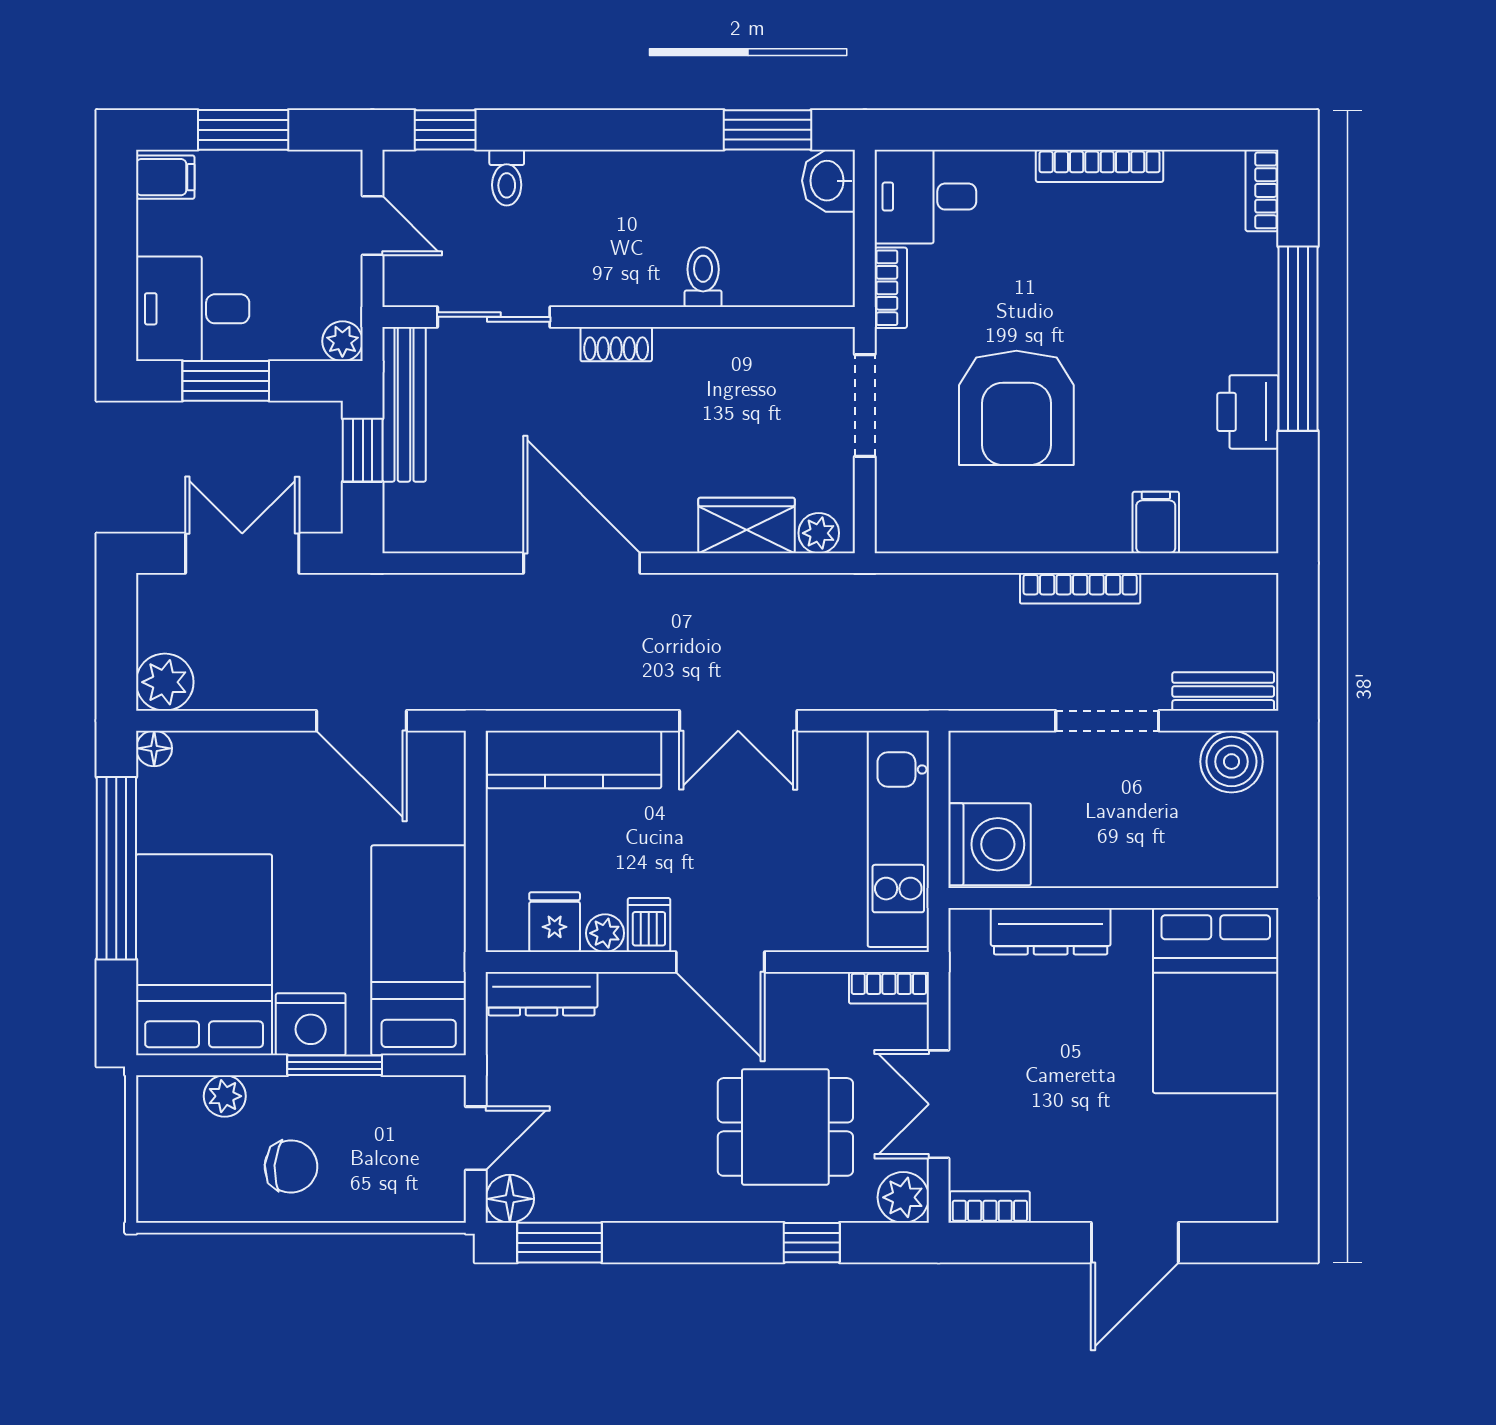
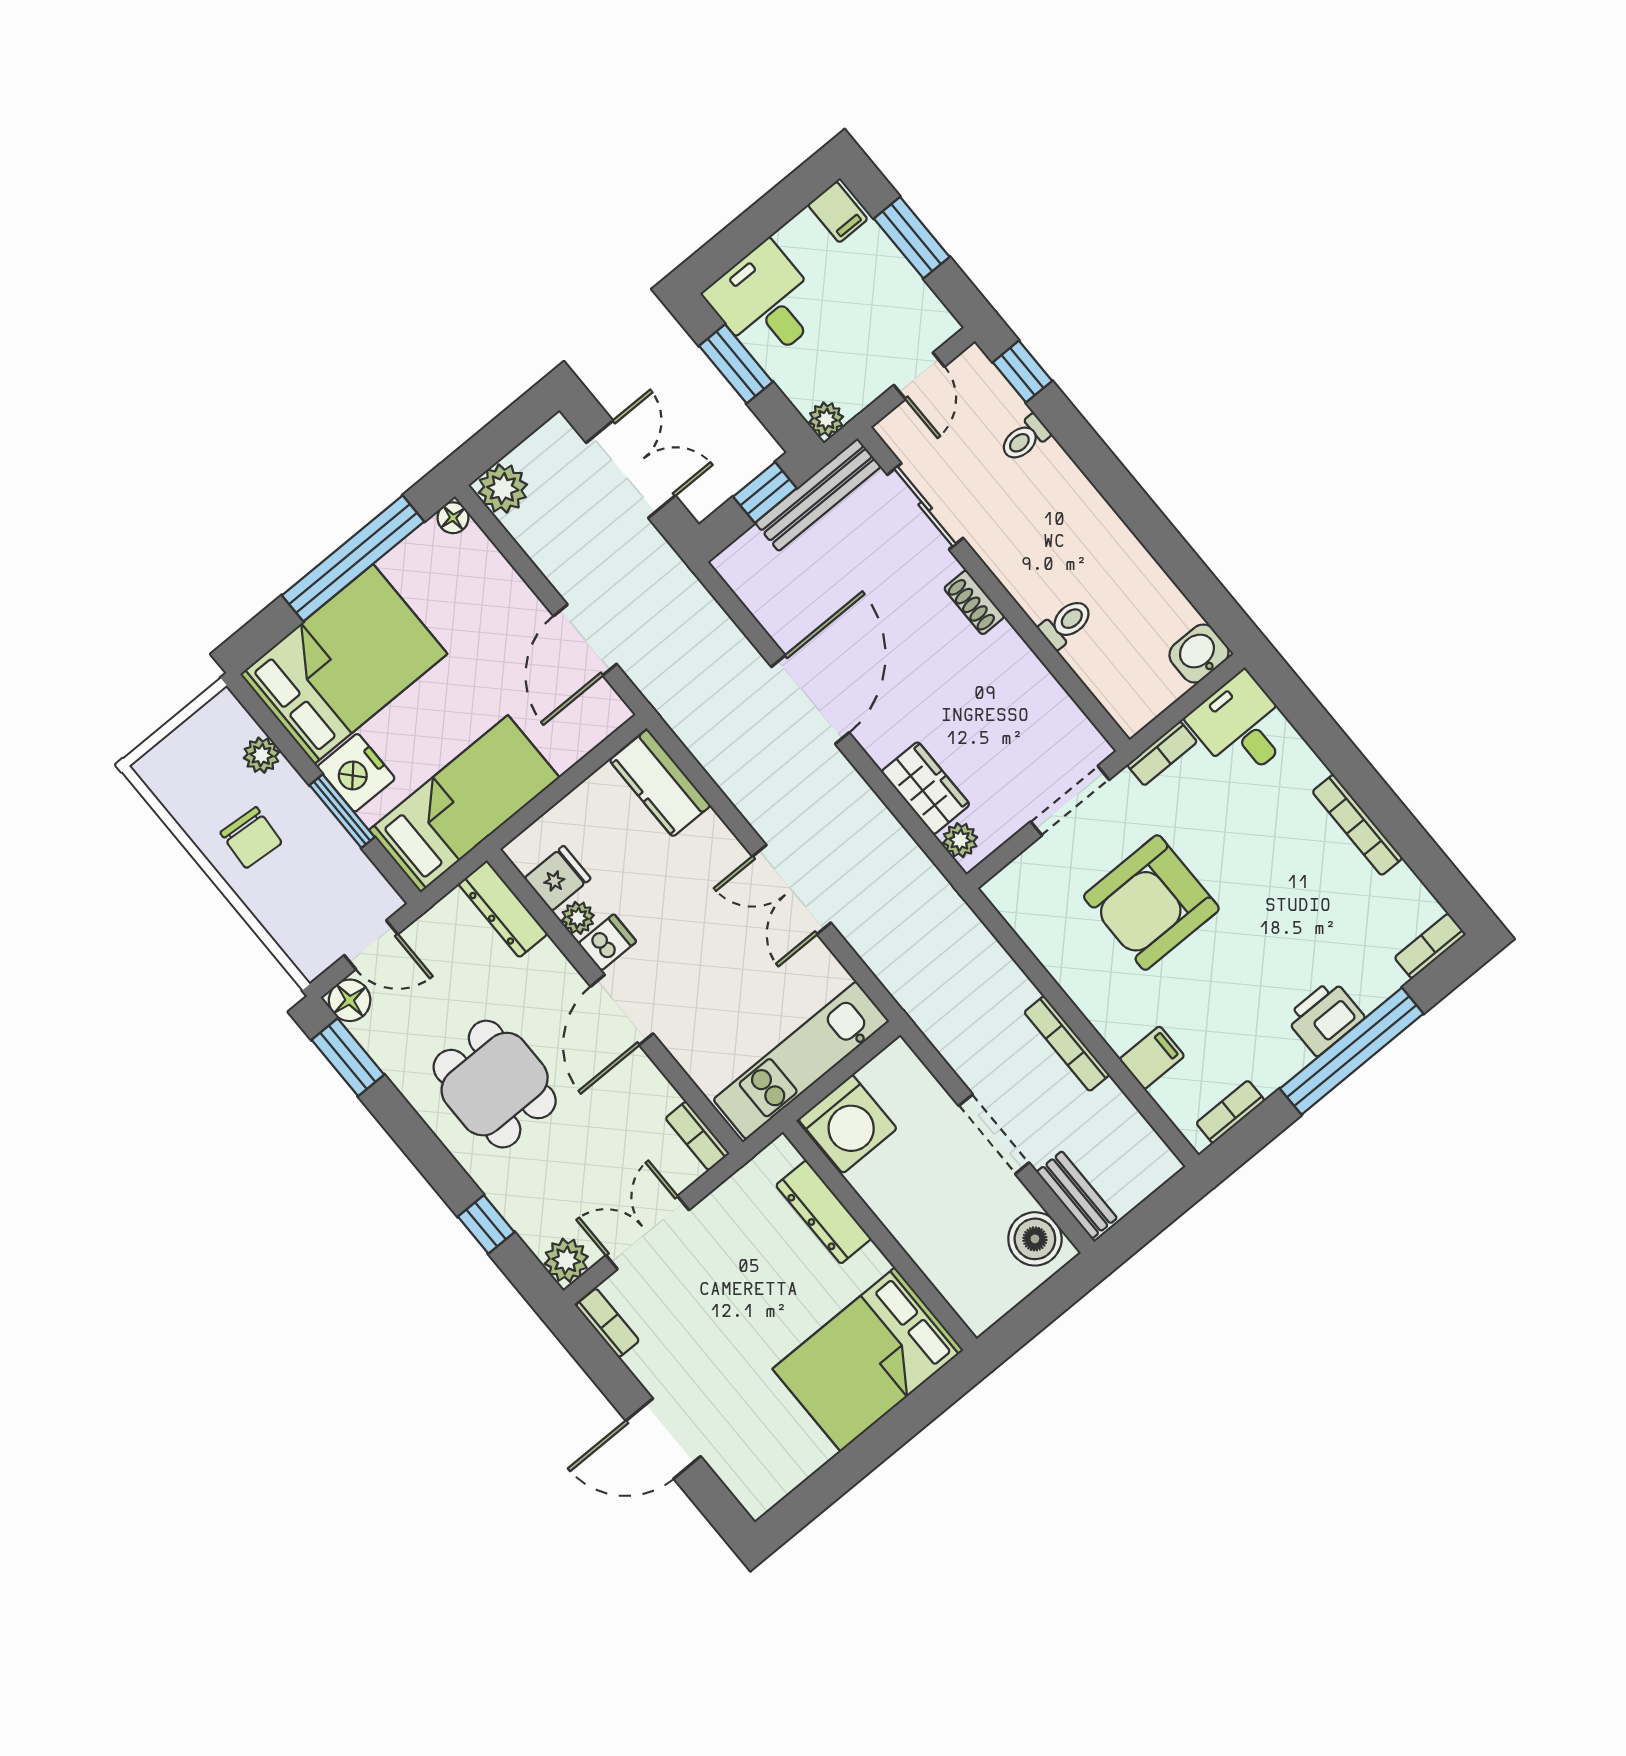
window: (768, 130) -> (1199, 585), removed
printer: (1248, 412) -> (1325, 1017), moved
bookcase: (1263, 492) -> (1230, 1112), added
kitchen counter: (574, 759) -> (660, 783), width x0.67
dining table: (785, 1127) -> (495, 1084), moved

